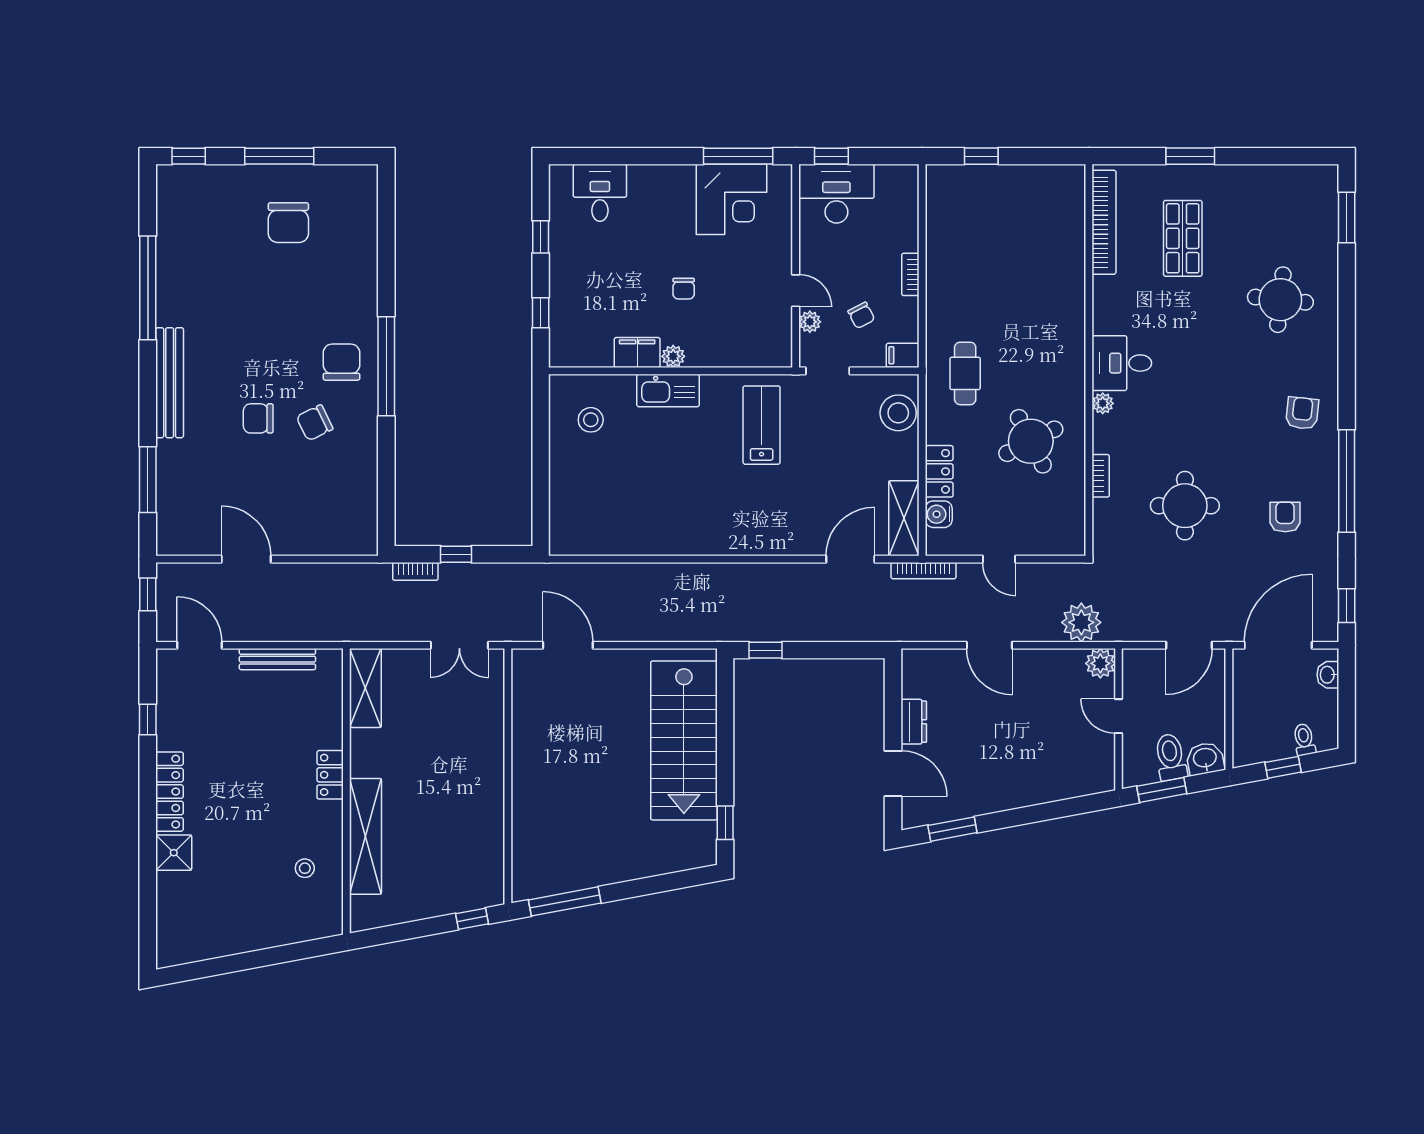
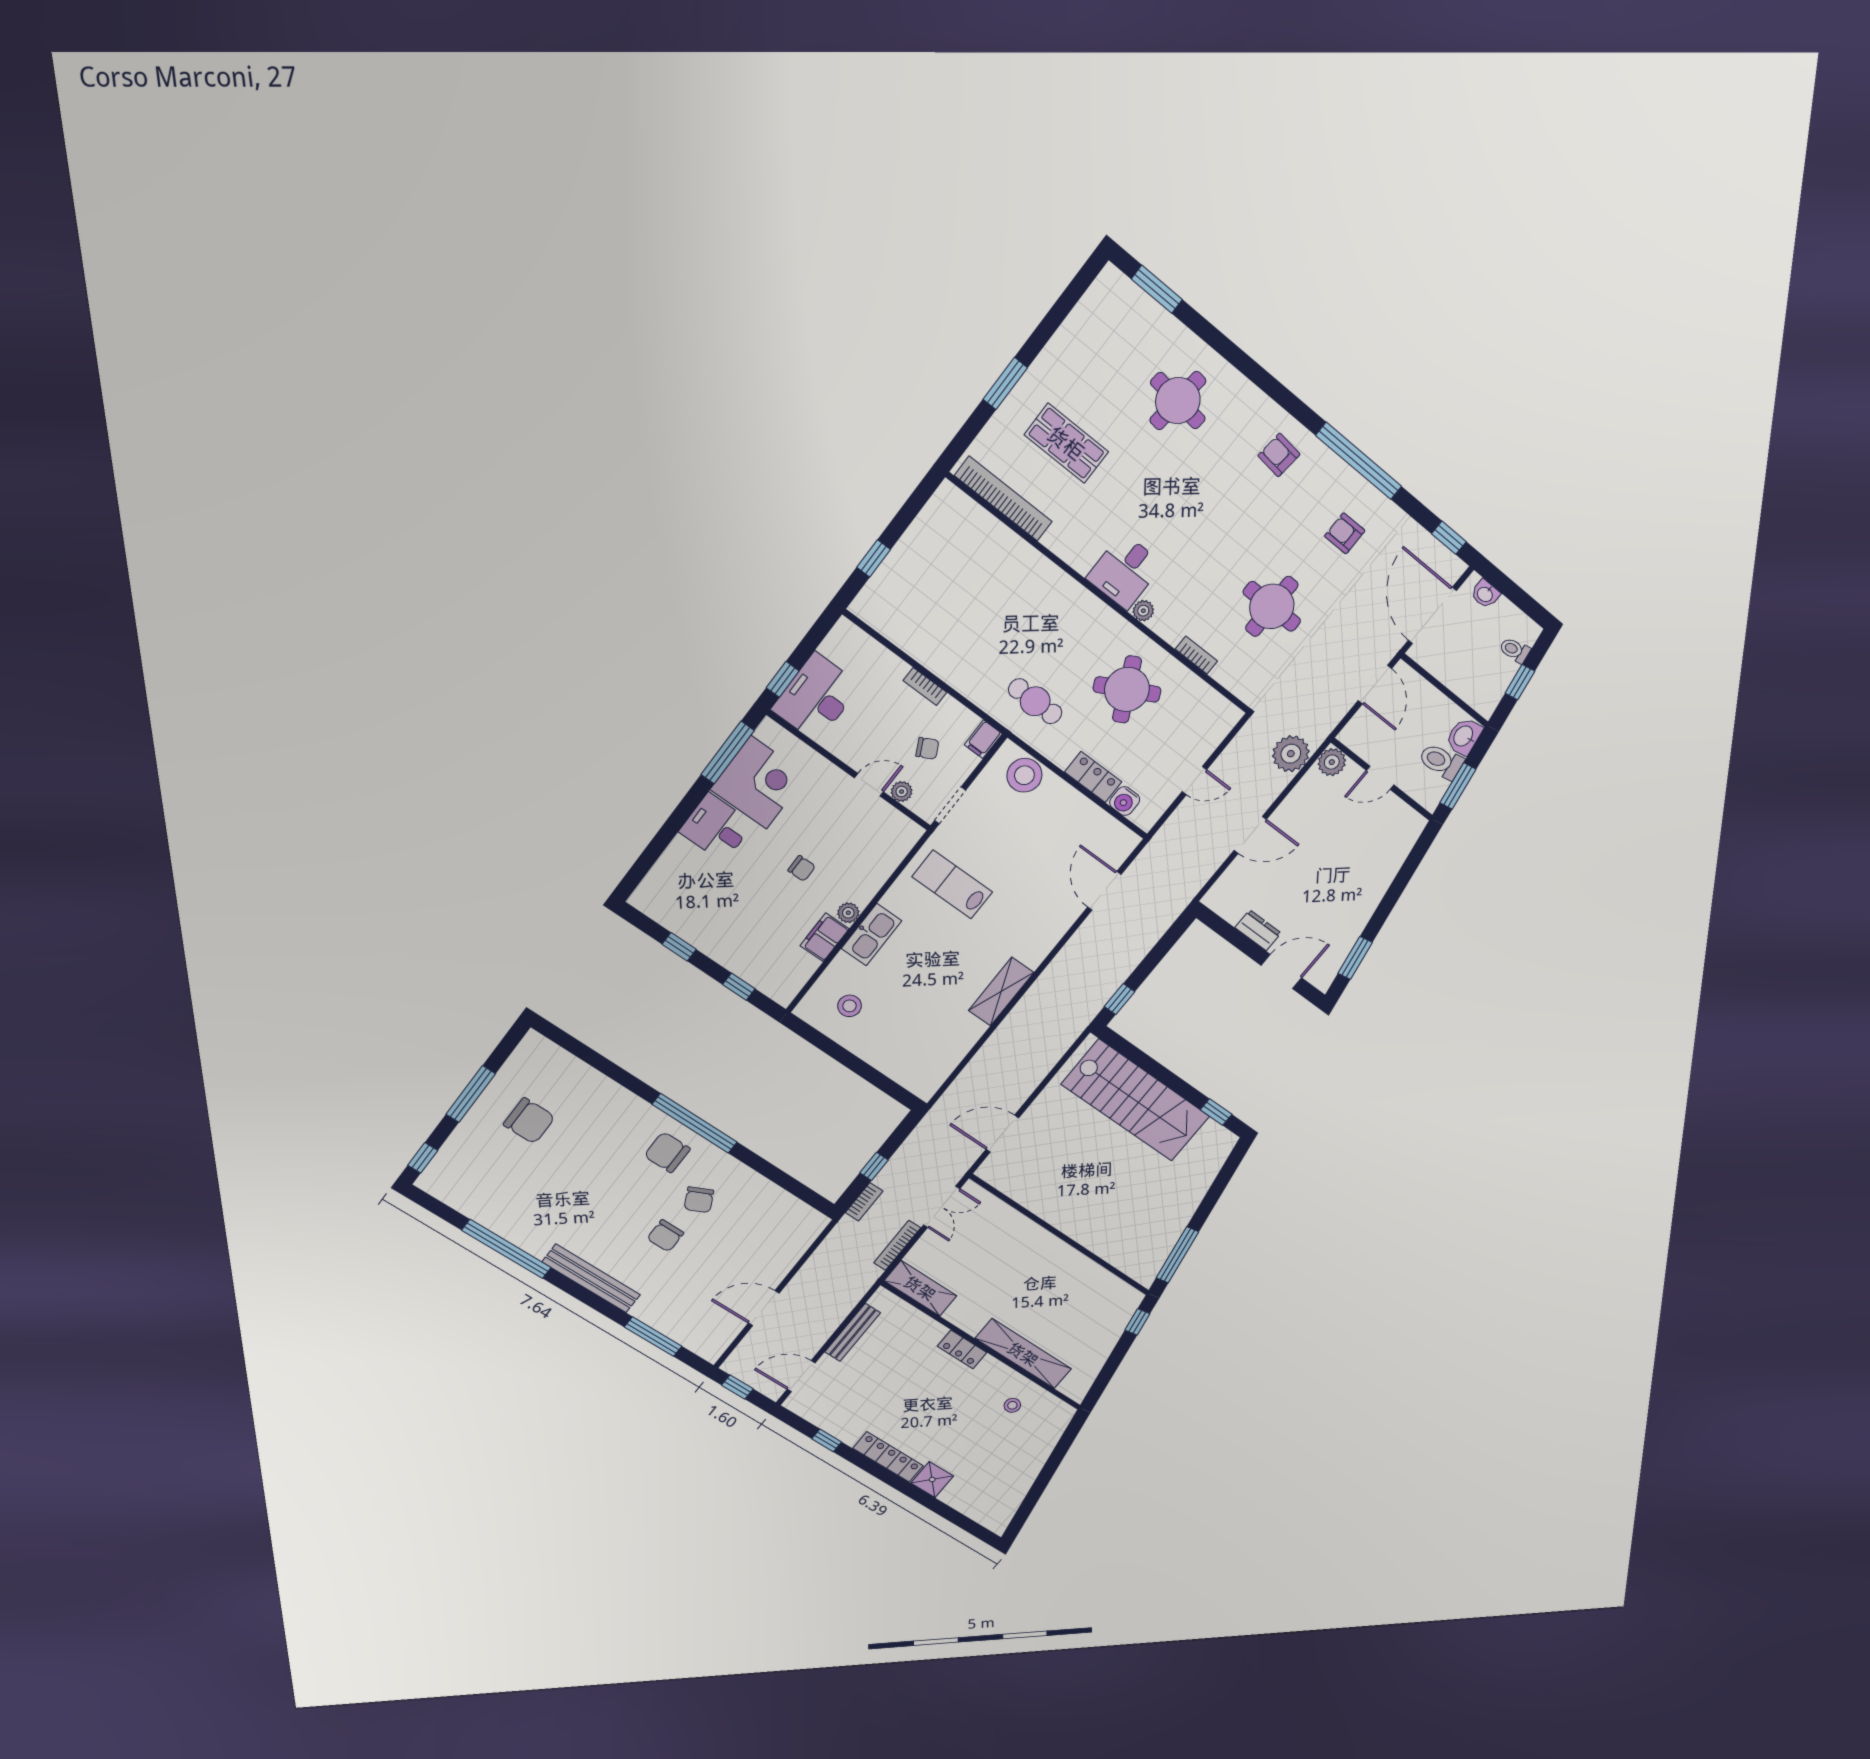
desk: (600, 193) -> (716, 828), moved
shelving: (904, 518) -> (1001, 992), moved, turned 90
bookcase: (924, 571) -> (897, 1245), moved, turned 180

